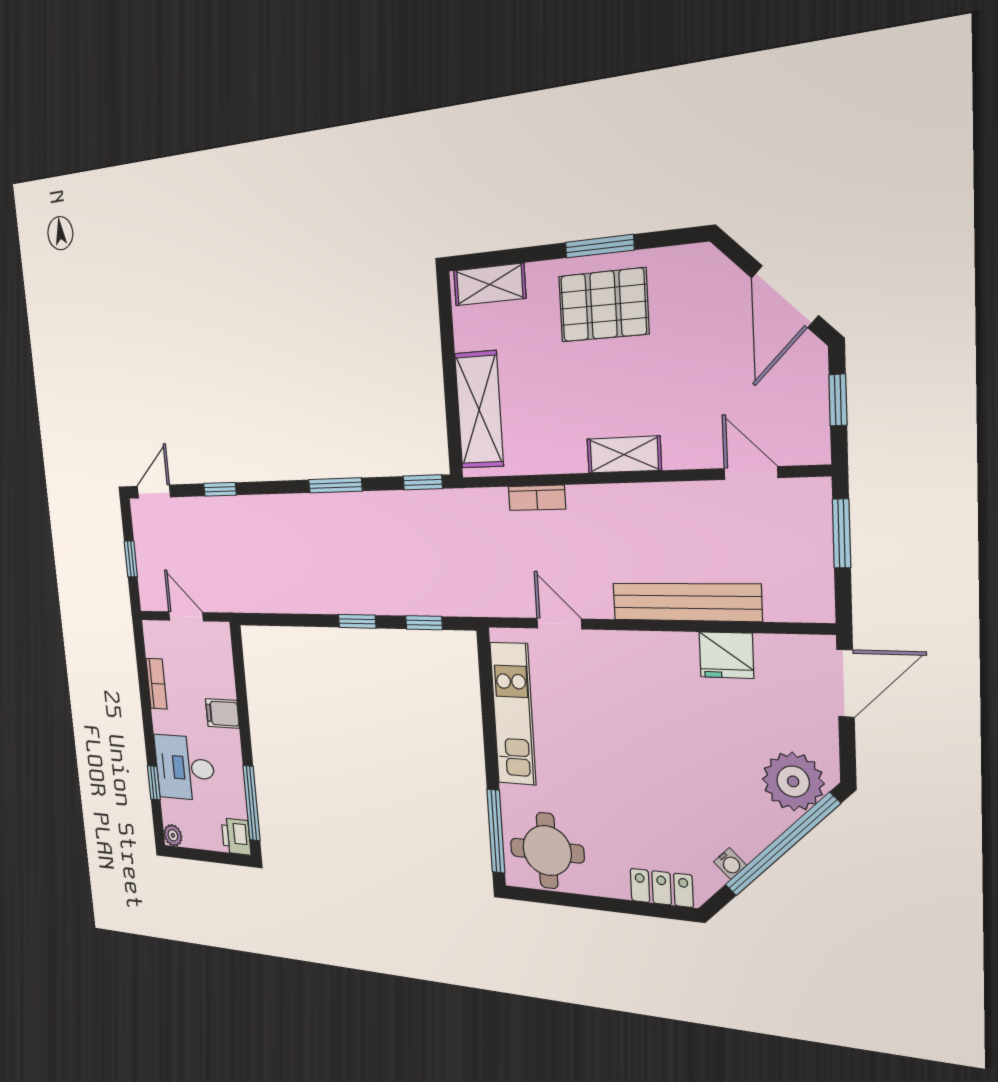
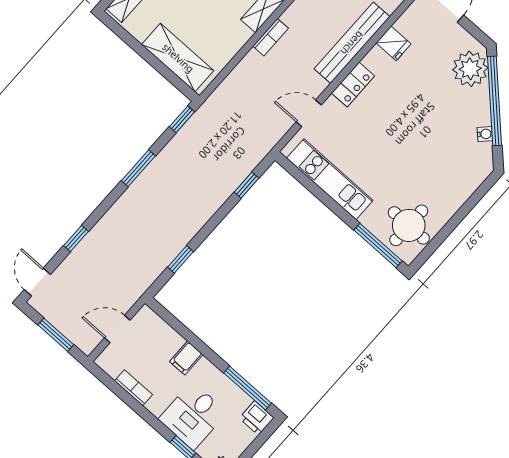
bookcase: (537, 498) -> (271, 37), moved
window: (131, 559) -> (56, 335), width x1.50
window: (357, 621) -> (181, 259), moved
fridge: (726, 655) -> (393, 43), width x0.72
locker: (662, 888) -> (353, 84), moved, turned 180

